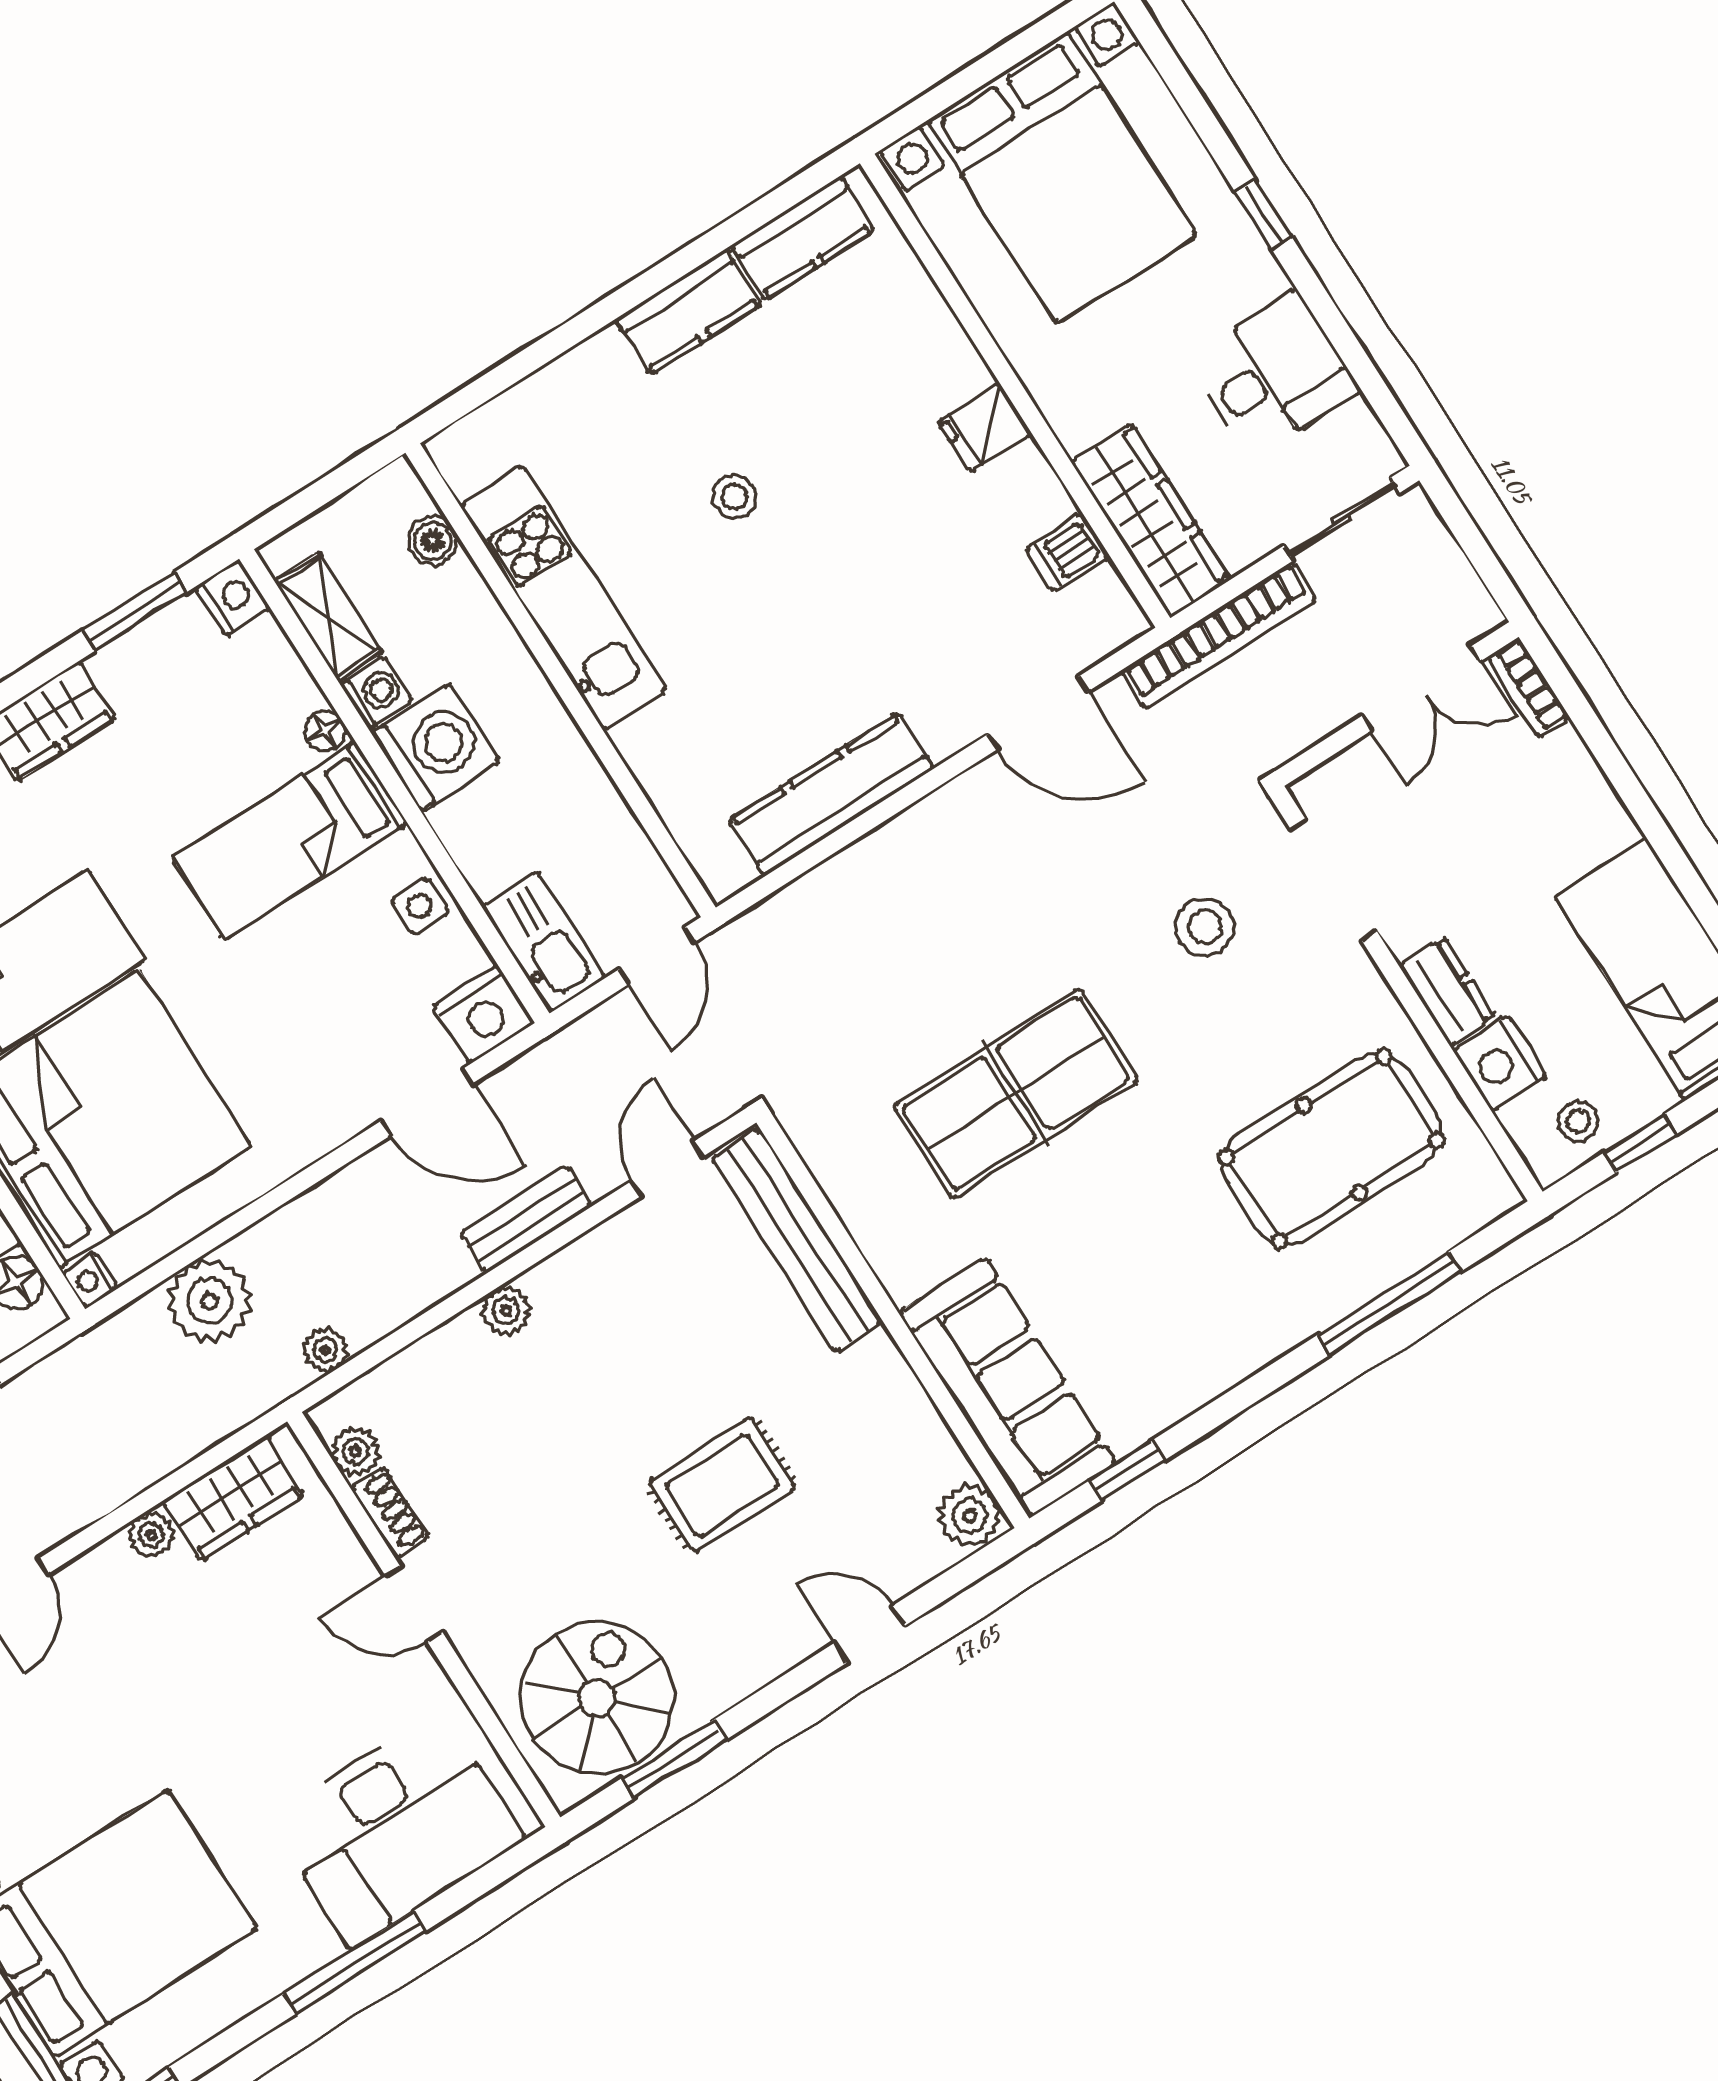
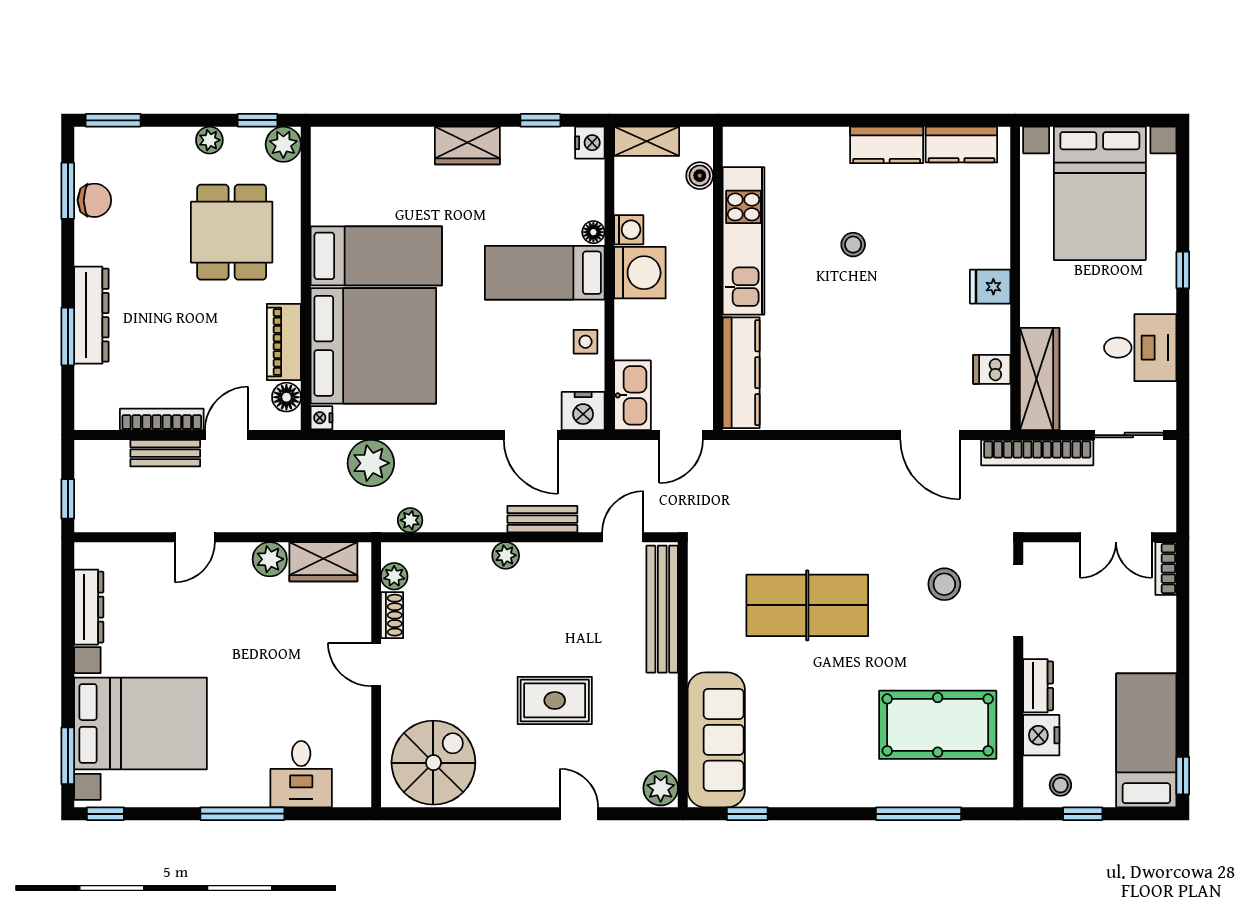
window: (135, 611) -> (540, 120), width x0.67
shelving: (328, 617) -> (647, 141), moved, turned 90
kitchen counter: (831, 794) -> (741, 373), moved, turned 90
plant: (151, 1535) -> (270, 559), width x1.38, depth x1.38
window: (674, 1759) -> (451, 814), removed
desk: (396, 1829) -> (301, 774), width x0.53, depth x0.77

